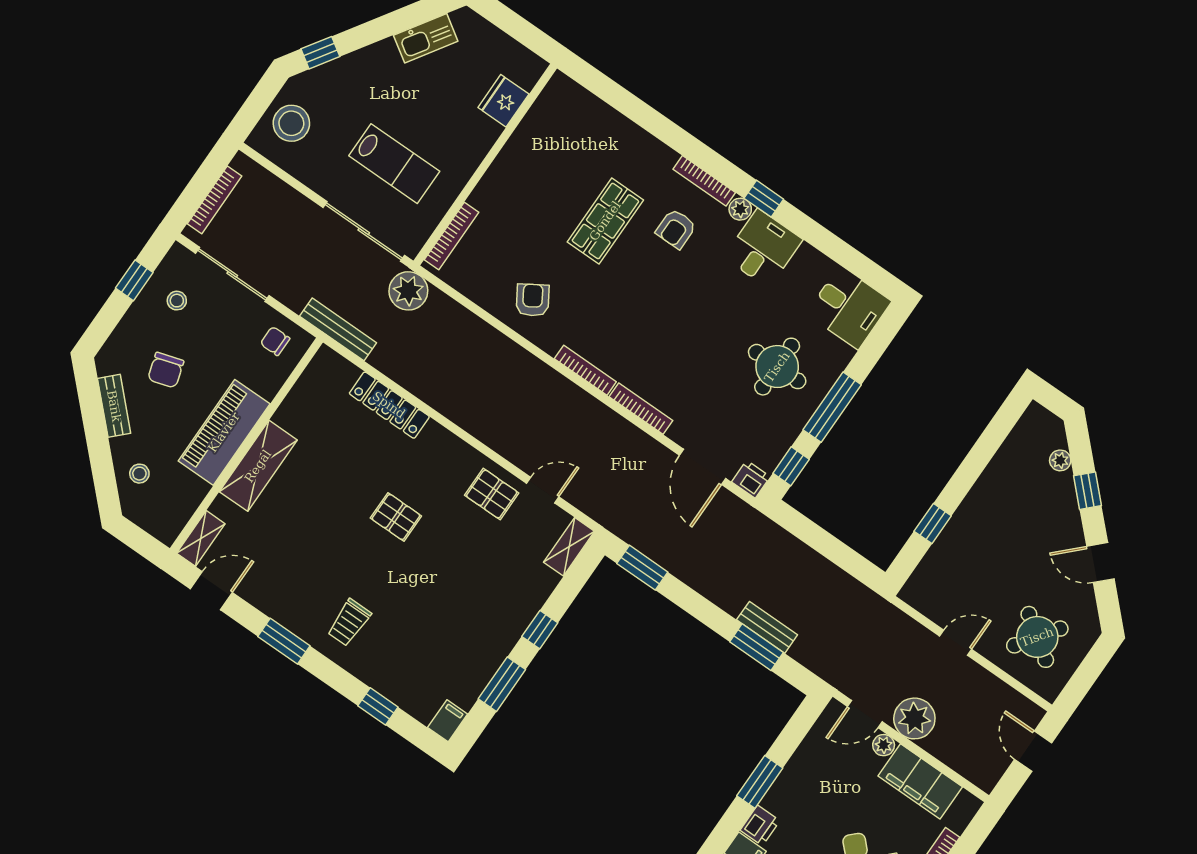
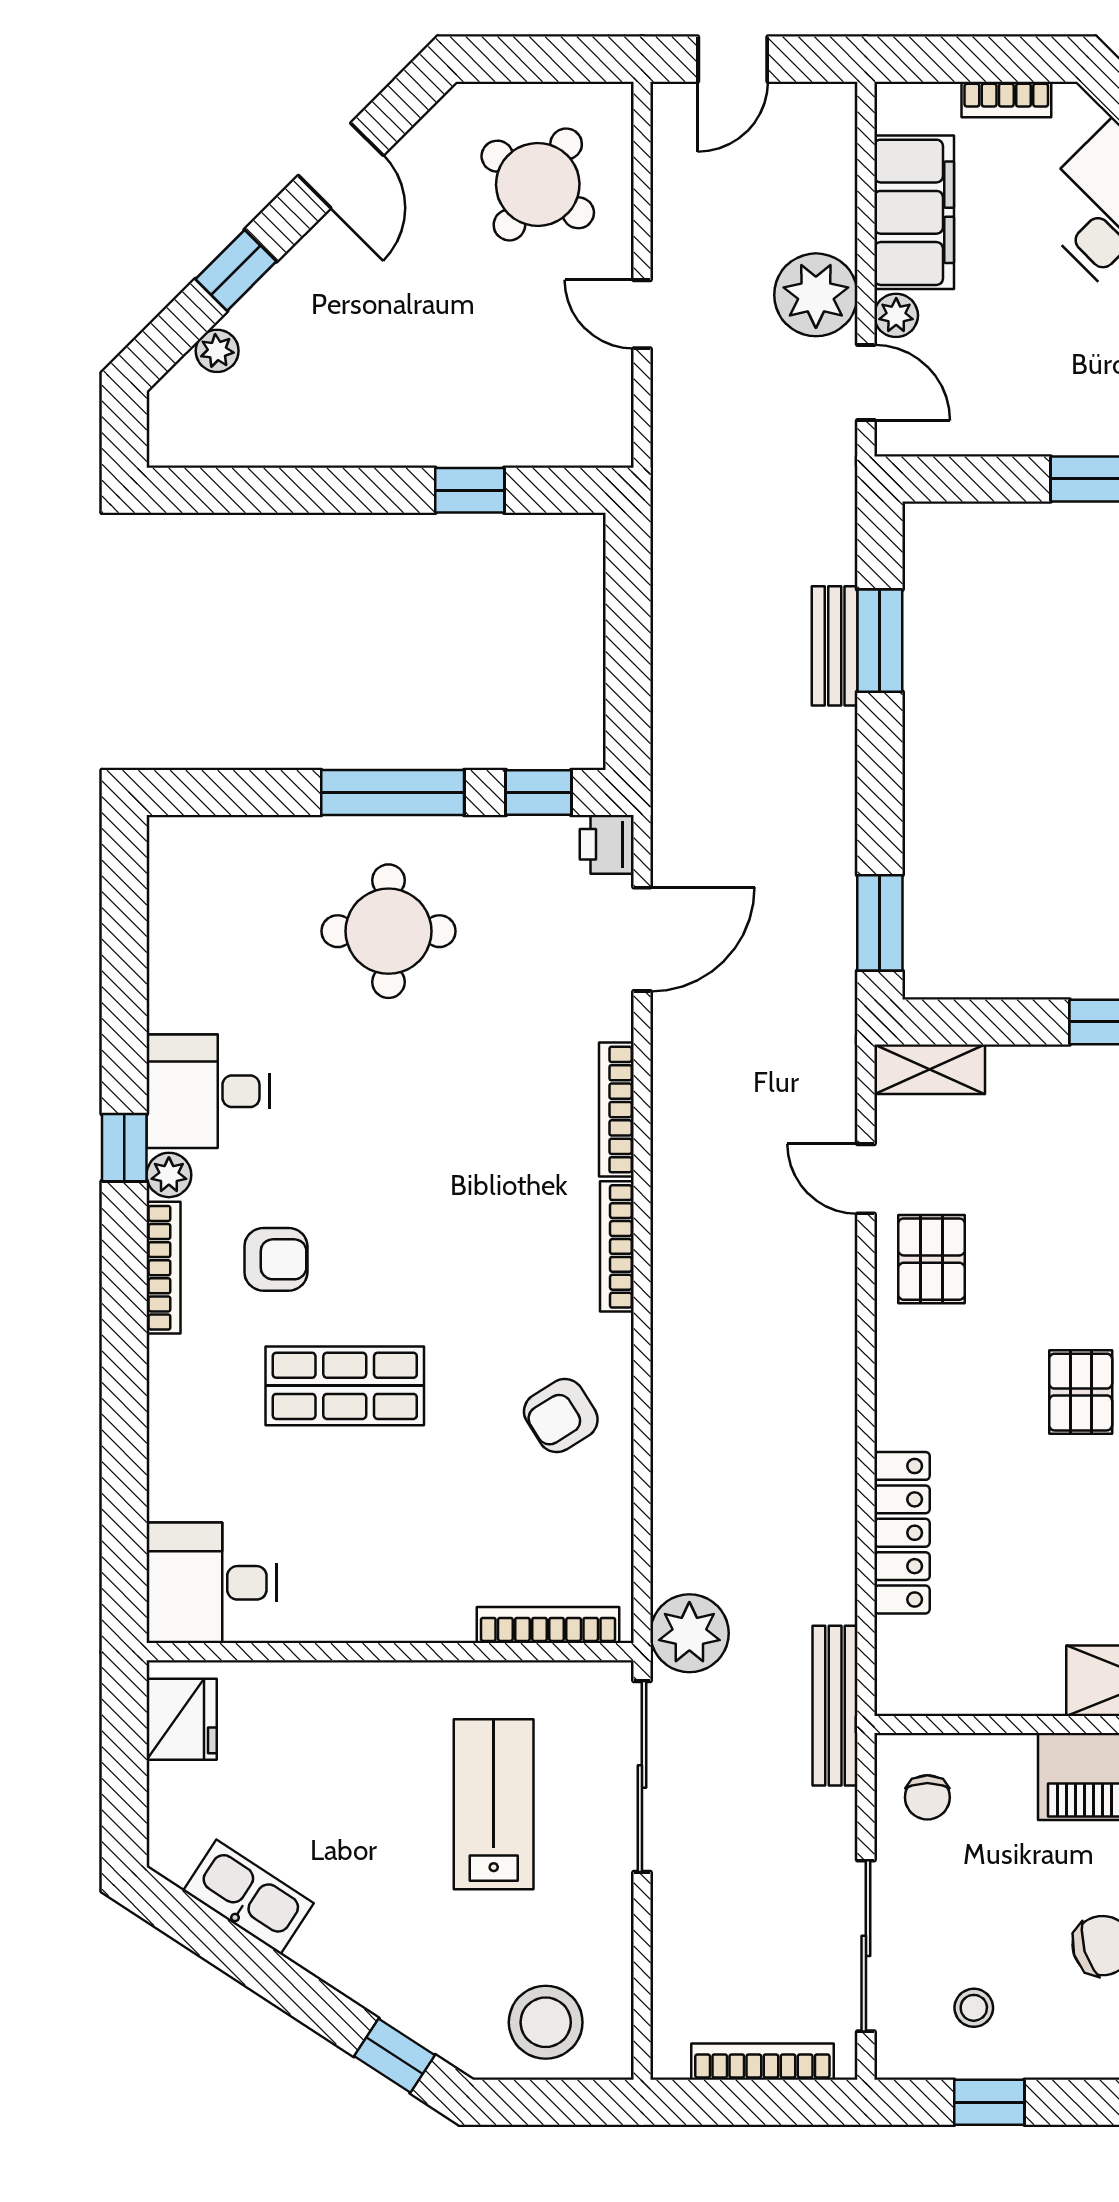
fridge: (503, 101) -> (182, 1719), moved, turned -90
desk: (849, 308) -> (212, 1583), moved, turned -90

